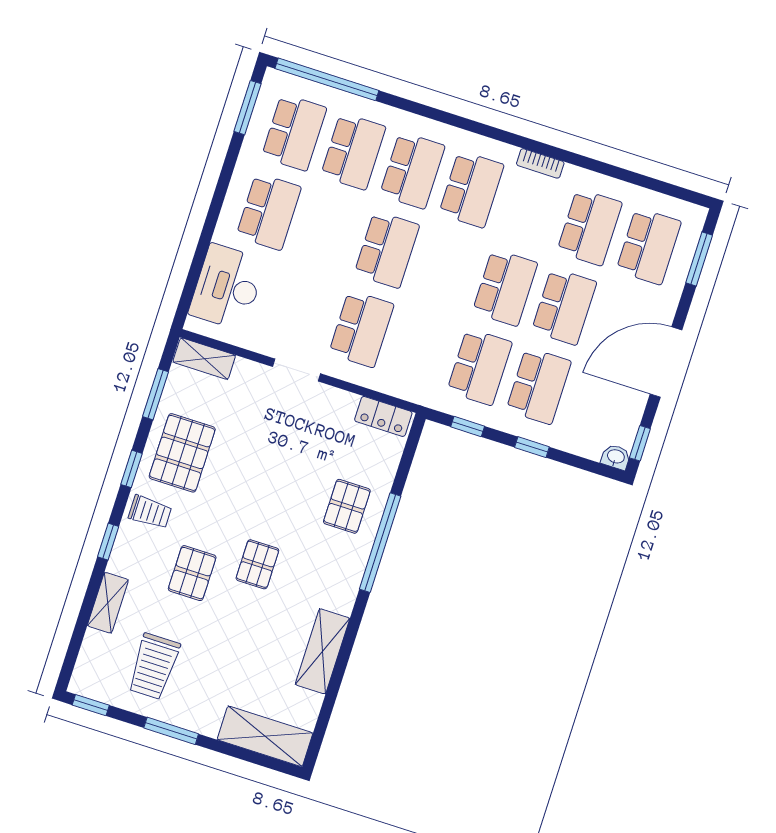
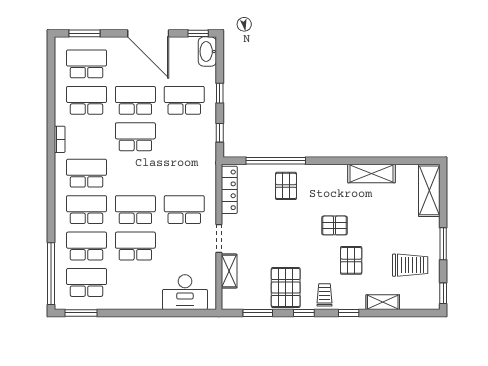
school desk: (269, 212) -> (135, 246), moved
shelving: (204, 359) -> (229, 271), moved
school desk: (480, 367) -> (184, 137), removed
locker: (383, 416) -> (229, 190), width x1.53
pallet: (182, 453) -> (286, 288), turned 90
washbasin: (616, 457) -> (207, 52), width x1.91, depth x1.45
pallet: (347, 506) -> (286, 186), turned 90
window: (380, 543) -> (276, 161), moved
pallet: (192, 573) -> (351, 260), turned 90

